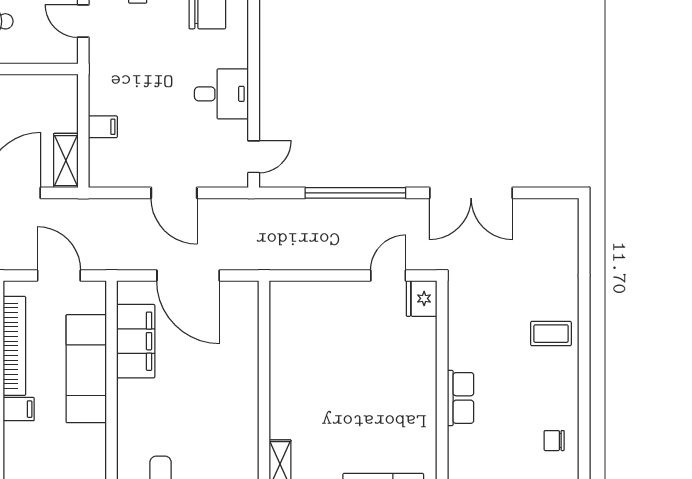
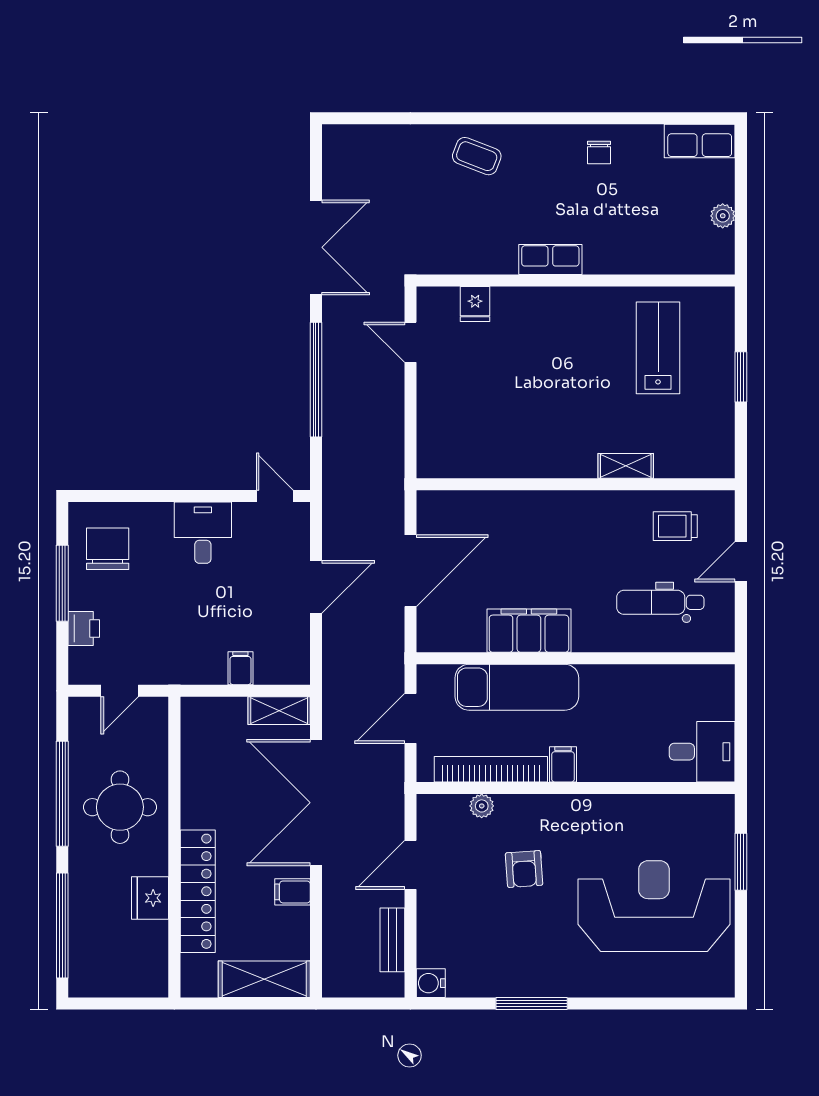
fridge: (422, 298) -> (475, 304), moved, width x0.72
coffee table: (551, 334) -> (477, 156), turned -69
filing cabinet: (136, 341) -> (529, 631), moved

